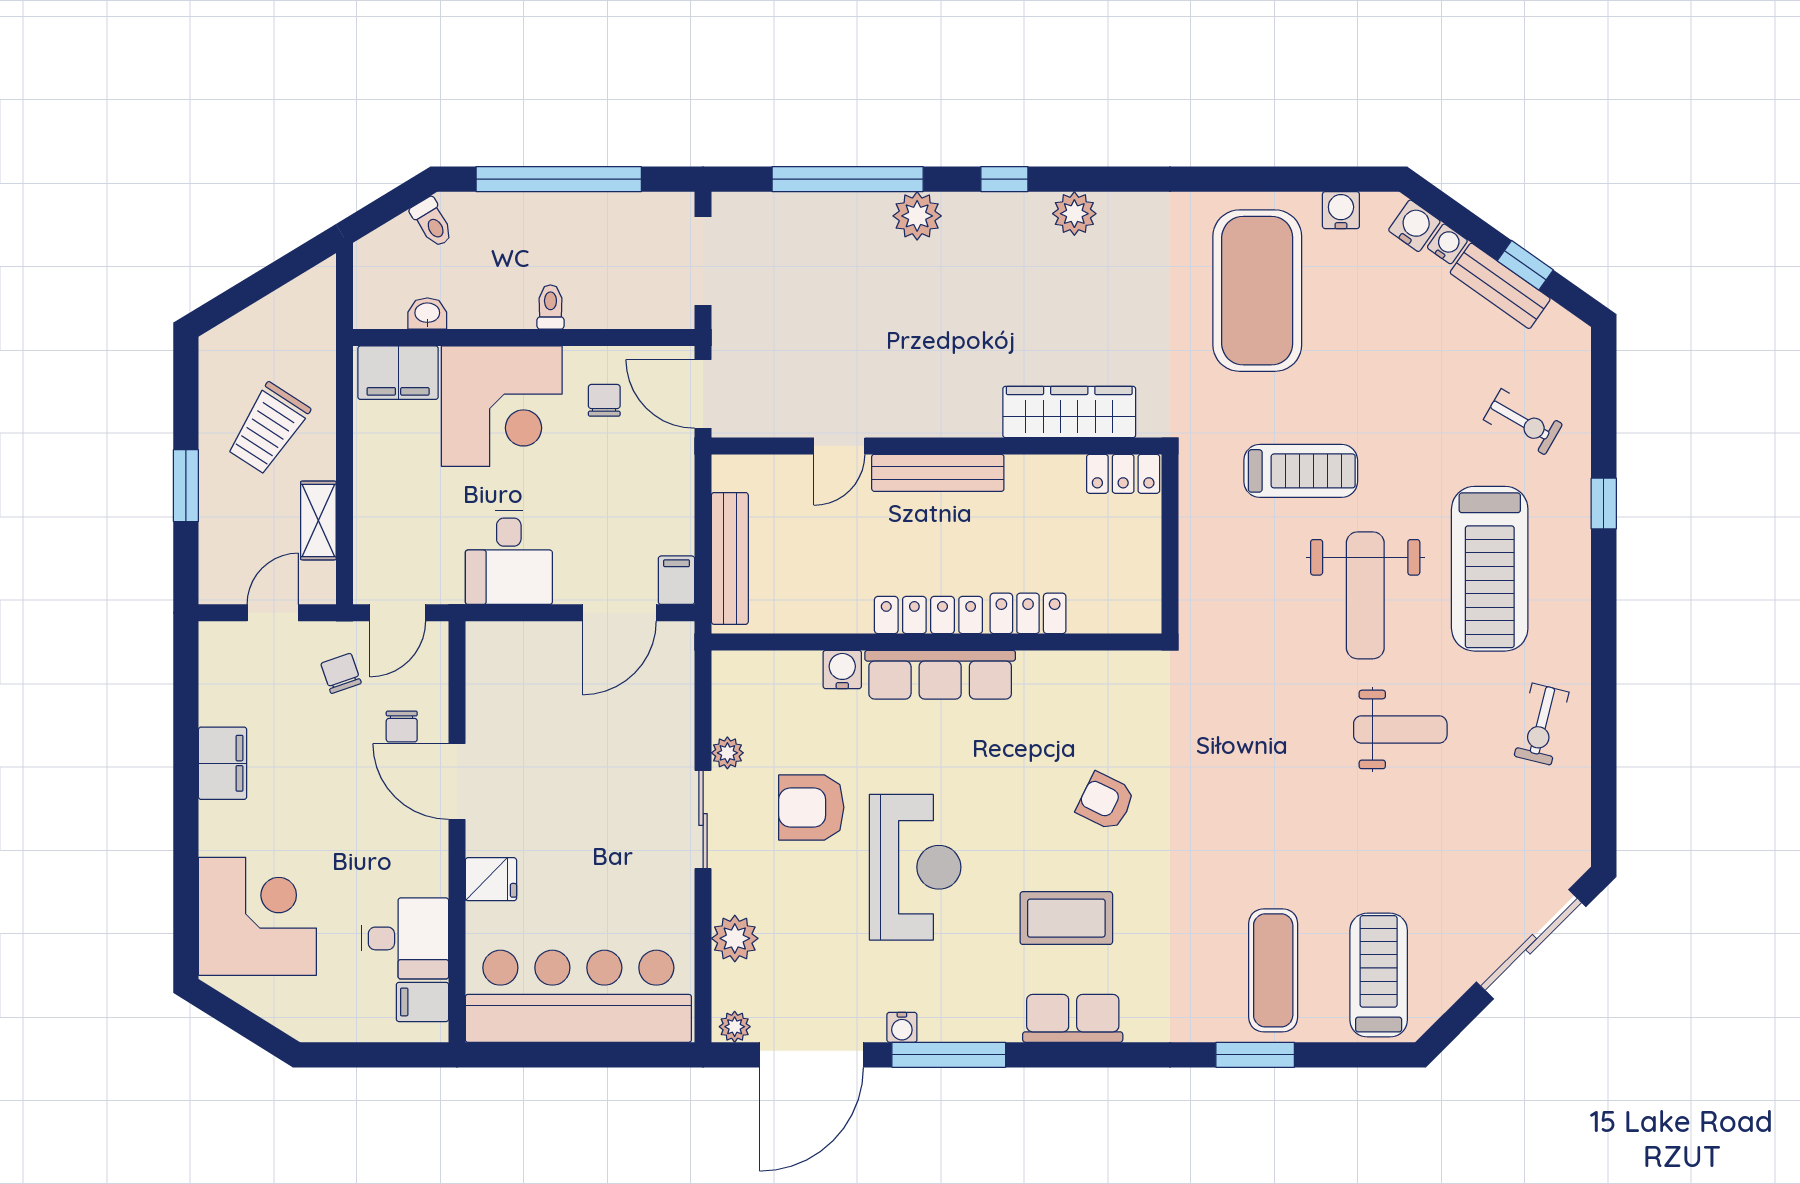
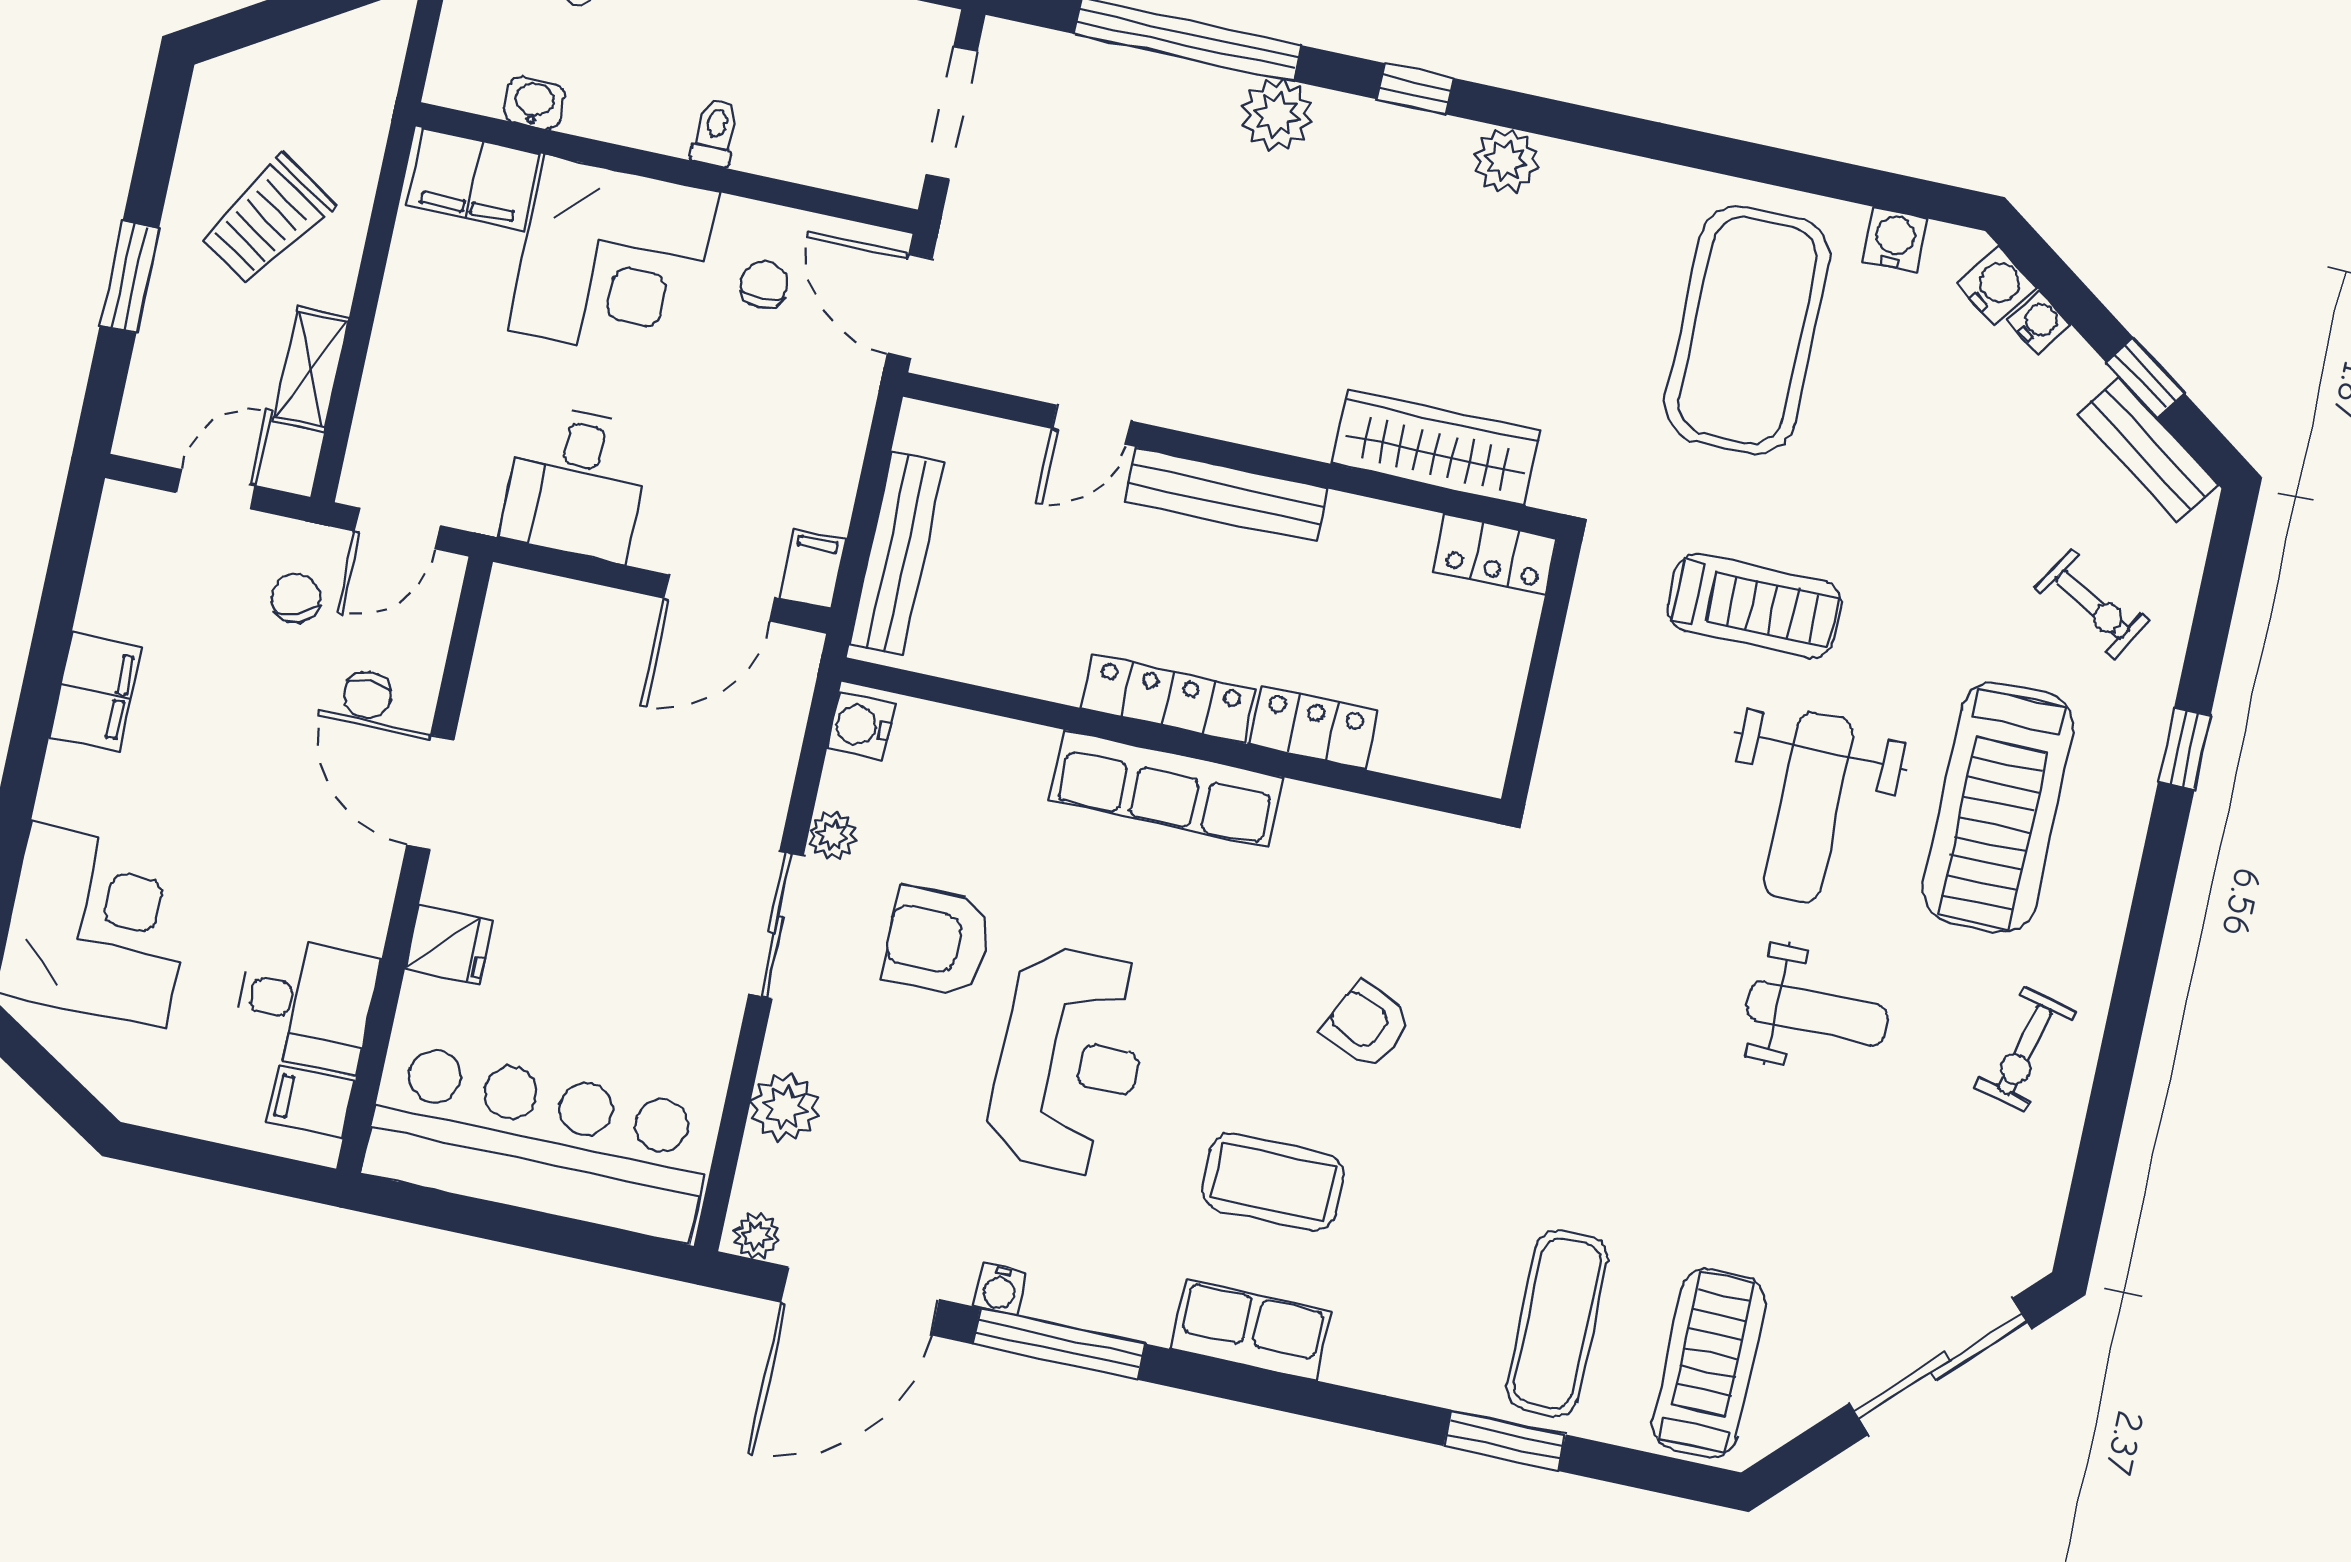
bench: (1500, 286) -> (2148, 449), moved
water cooler: (842, 670) -> (861, 726), moved, turned -90

